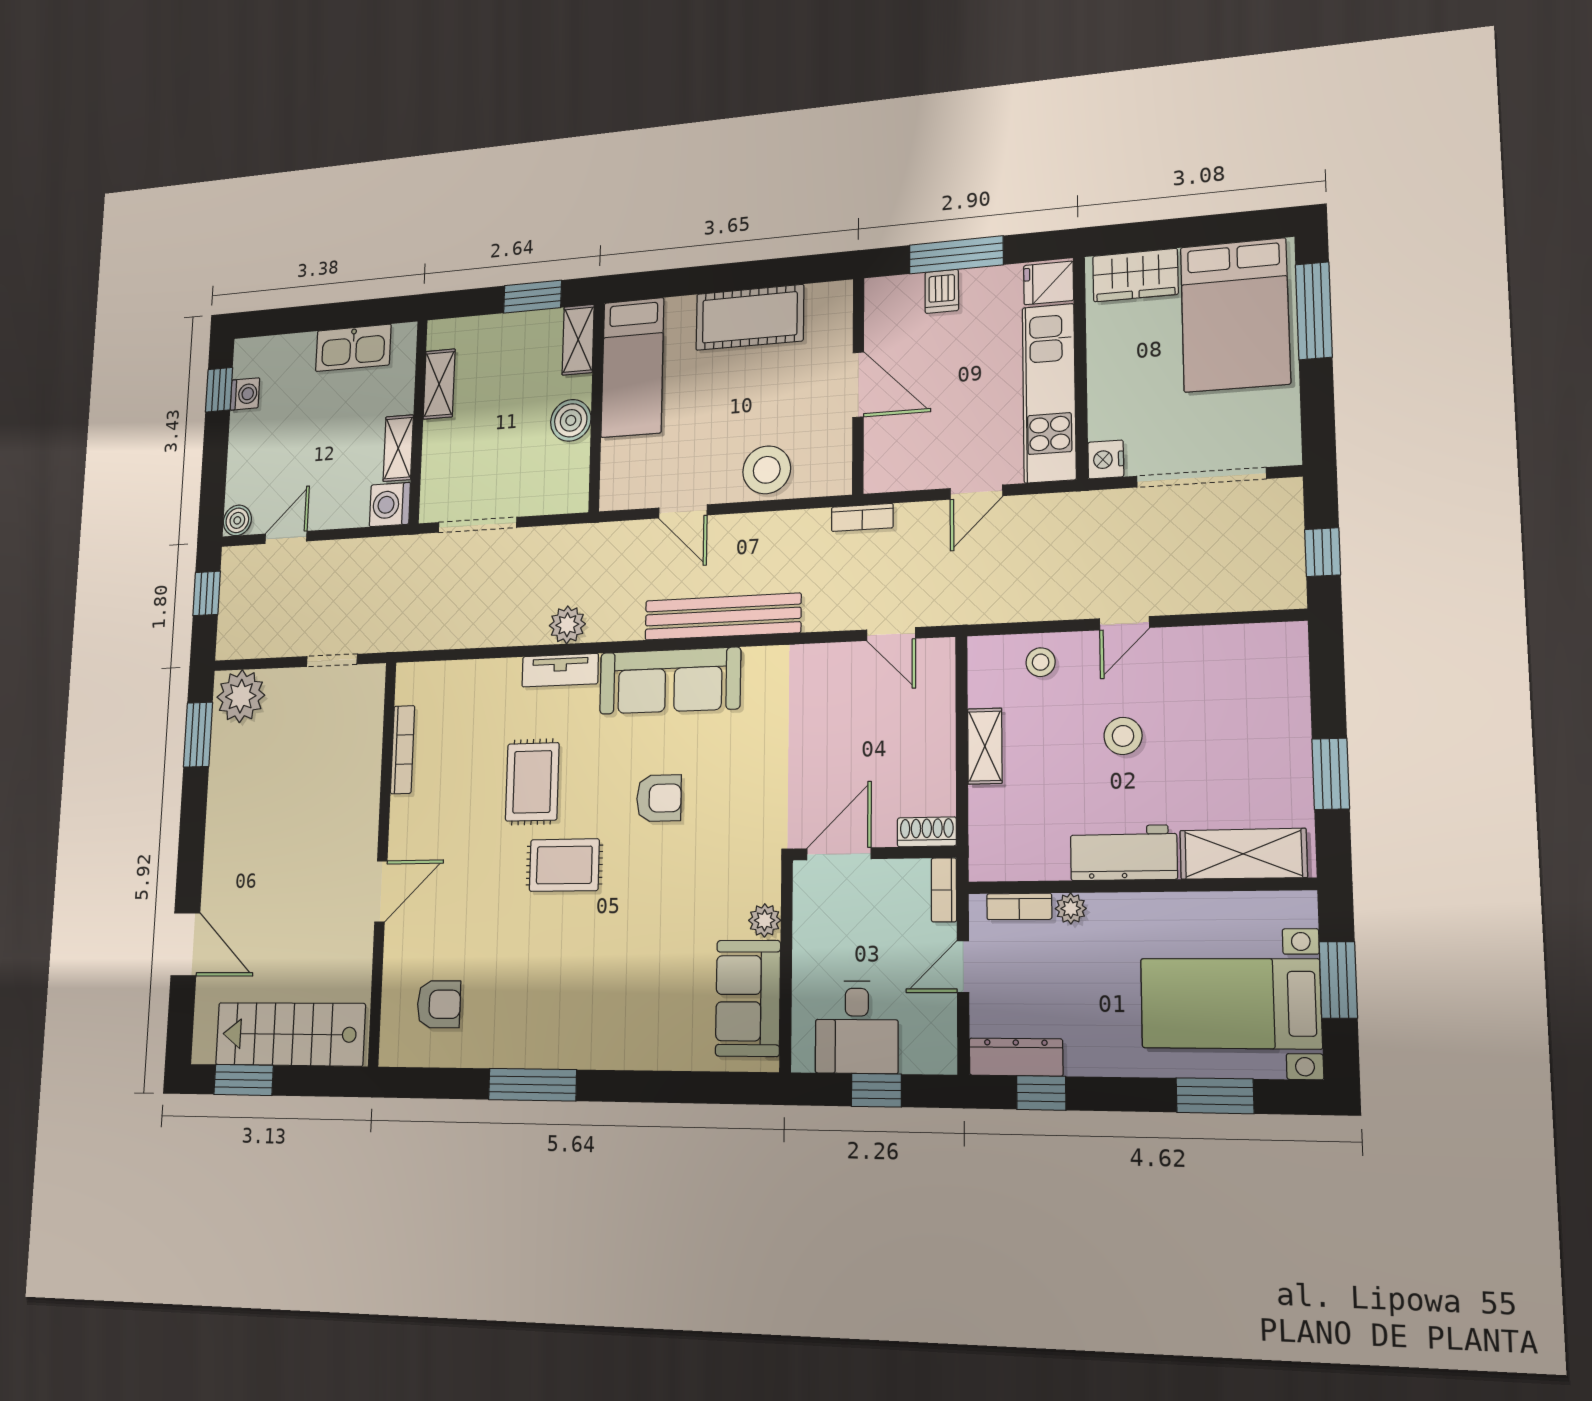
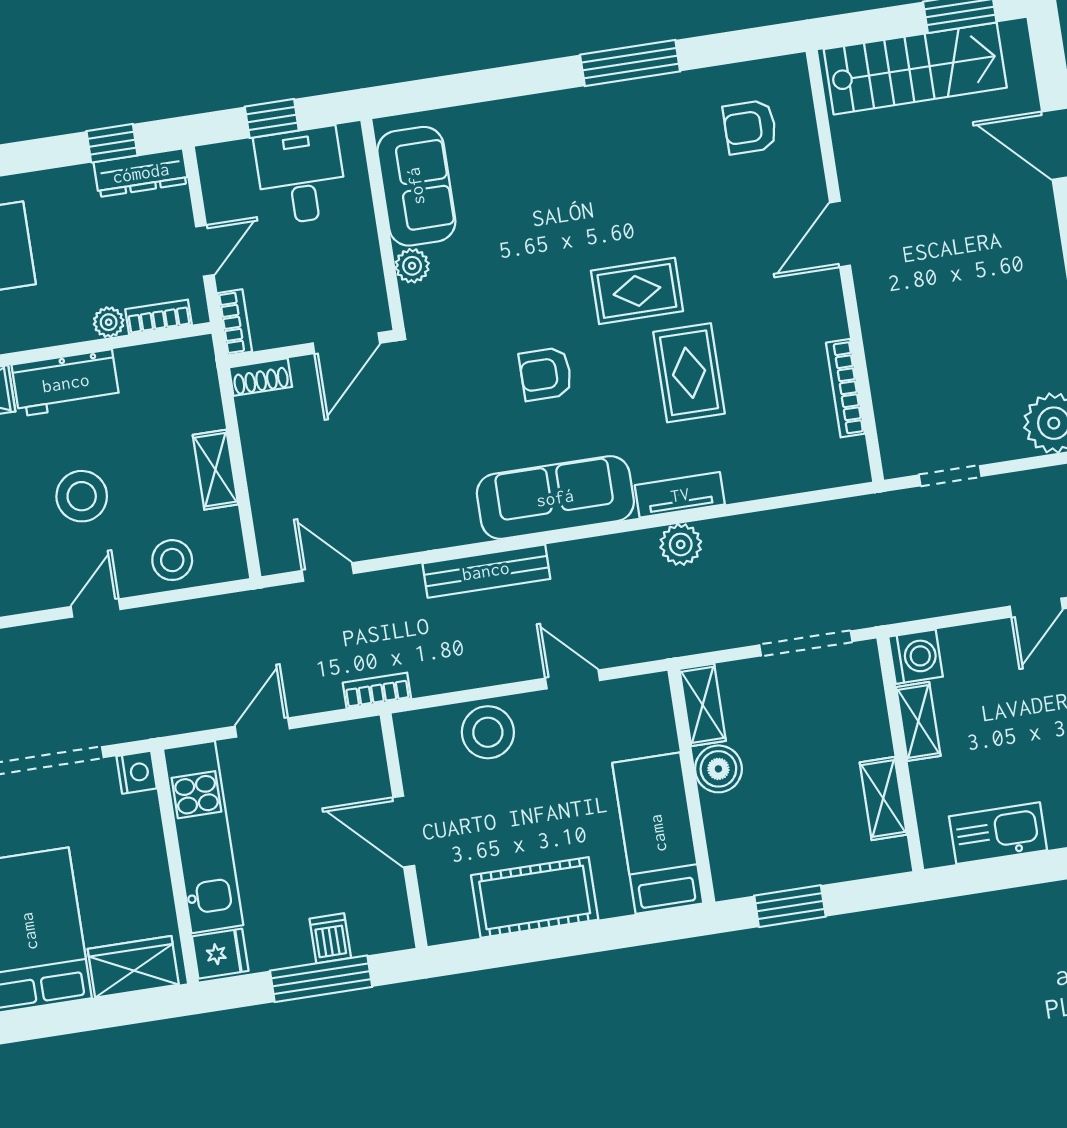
shelving: (578, 340) -> (703, 705), moved
bench: (723, 617) -> (486, 571), width x0.73, depth x0.82
stool: (1041, 662) -> (172, 560), width x1.37, depth x1.37
stool: (1123, 736) -> (82, 496), width x1.38, depth x1.38

